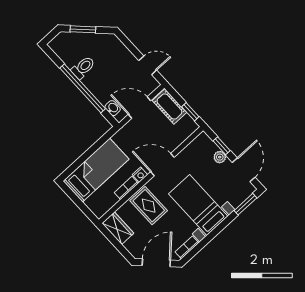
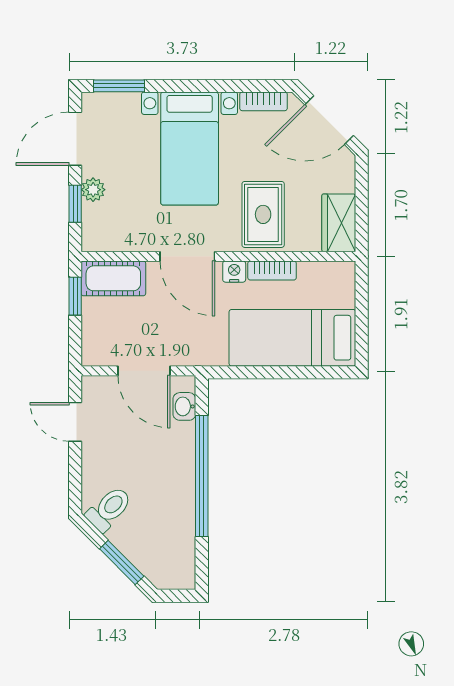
toilet: (83, 68) -> (109, 509), moved, turned 135
cot: (169, 106) -> (113, 278), moved, turned 90

